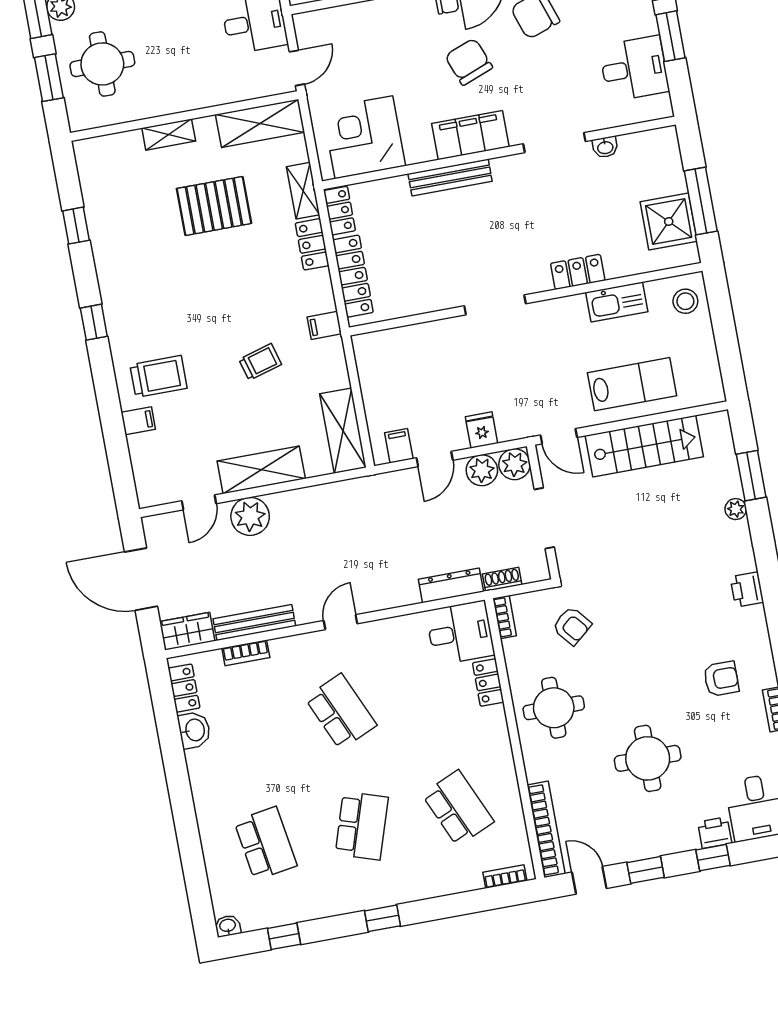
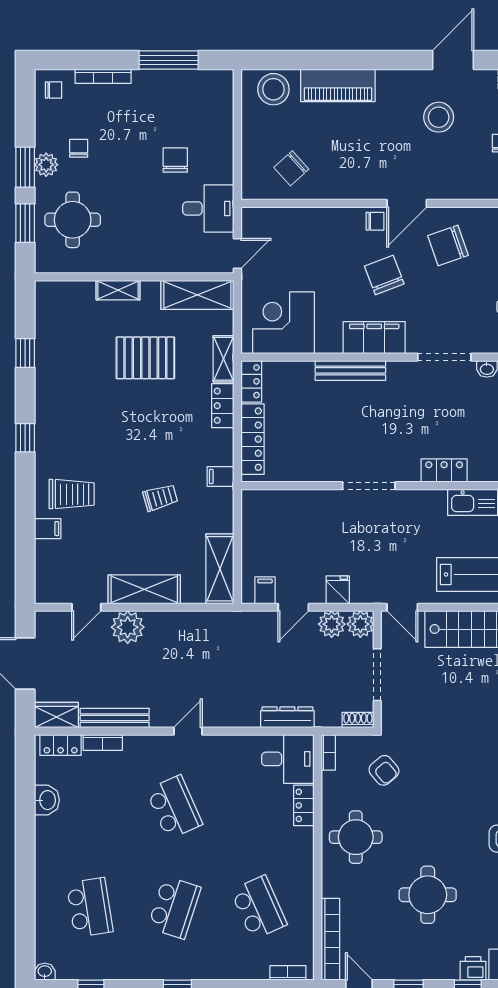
shoe rack: (502, 579) -> (358, 720), moved
locker: (184, 688) -> (61, 745), moved, turned 90

